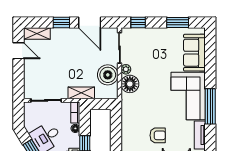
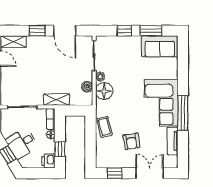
window: (138, 22) -> (124, 31), moved
sofa: (194, 53) -> (160, 46), moved, turned -90
boiler: (108, 75) -> (87, 87), width x0.54, depth x0.54
coffee table: (130, 121) -> (105, 127), added
armchair: (158, 135) -> (131, 141), turned 81

